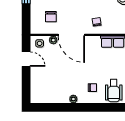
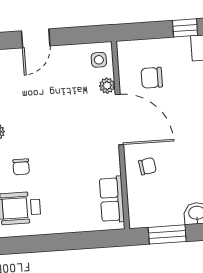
door: (71, 35) -> (119, 119), swing flipped
door: (26, 59) -> (36, 38), moved

